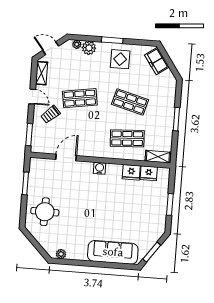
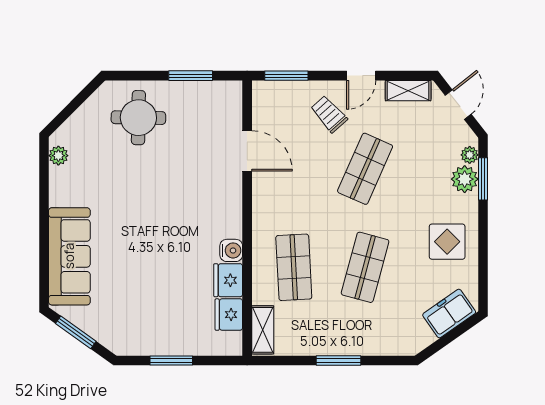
window: (112, 40) -> (483, 179), moved
shop shelf: (80, 98) -> (365, 169), turned 33
water cooler: (100, 168) -> (231, 250), moved

